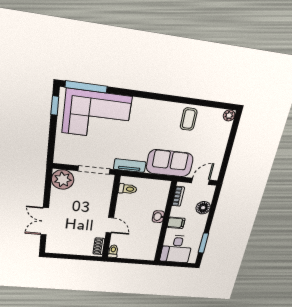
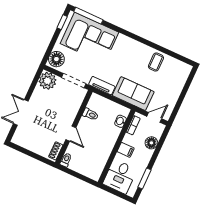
plant: (229, 115) -> (187, 69), removed
floor lamp: (64, 152) -> (56, 59), added
toilet: (128, 189) -> (90, 114), moved
washbasin: (158, 217) -> (120, 121), moved

